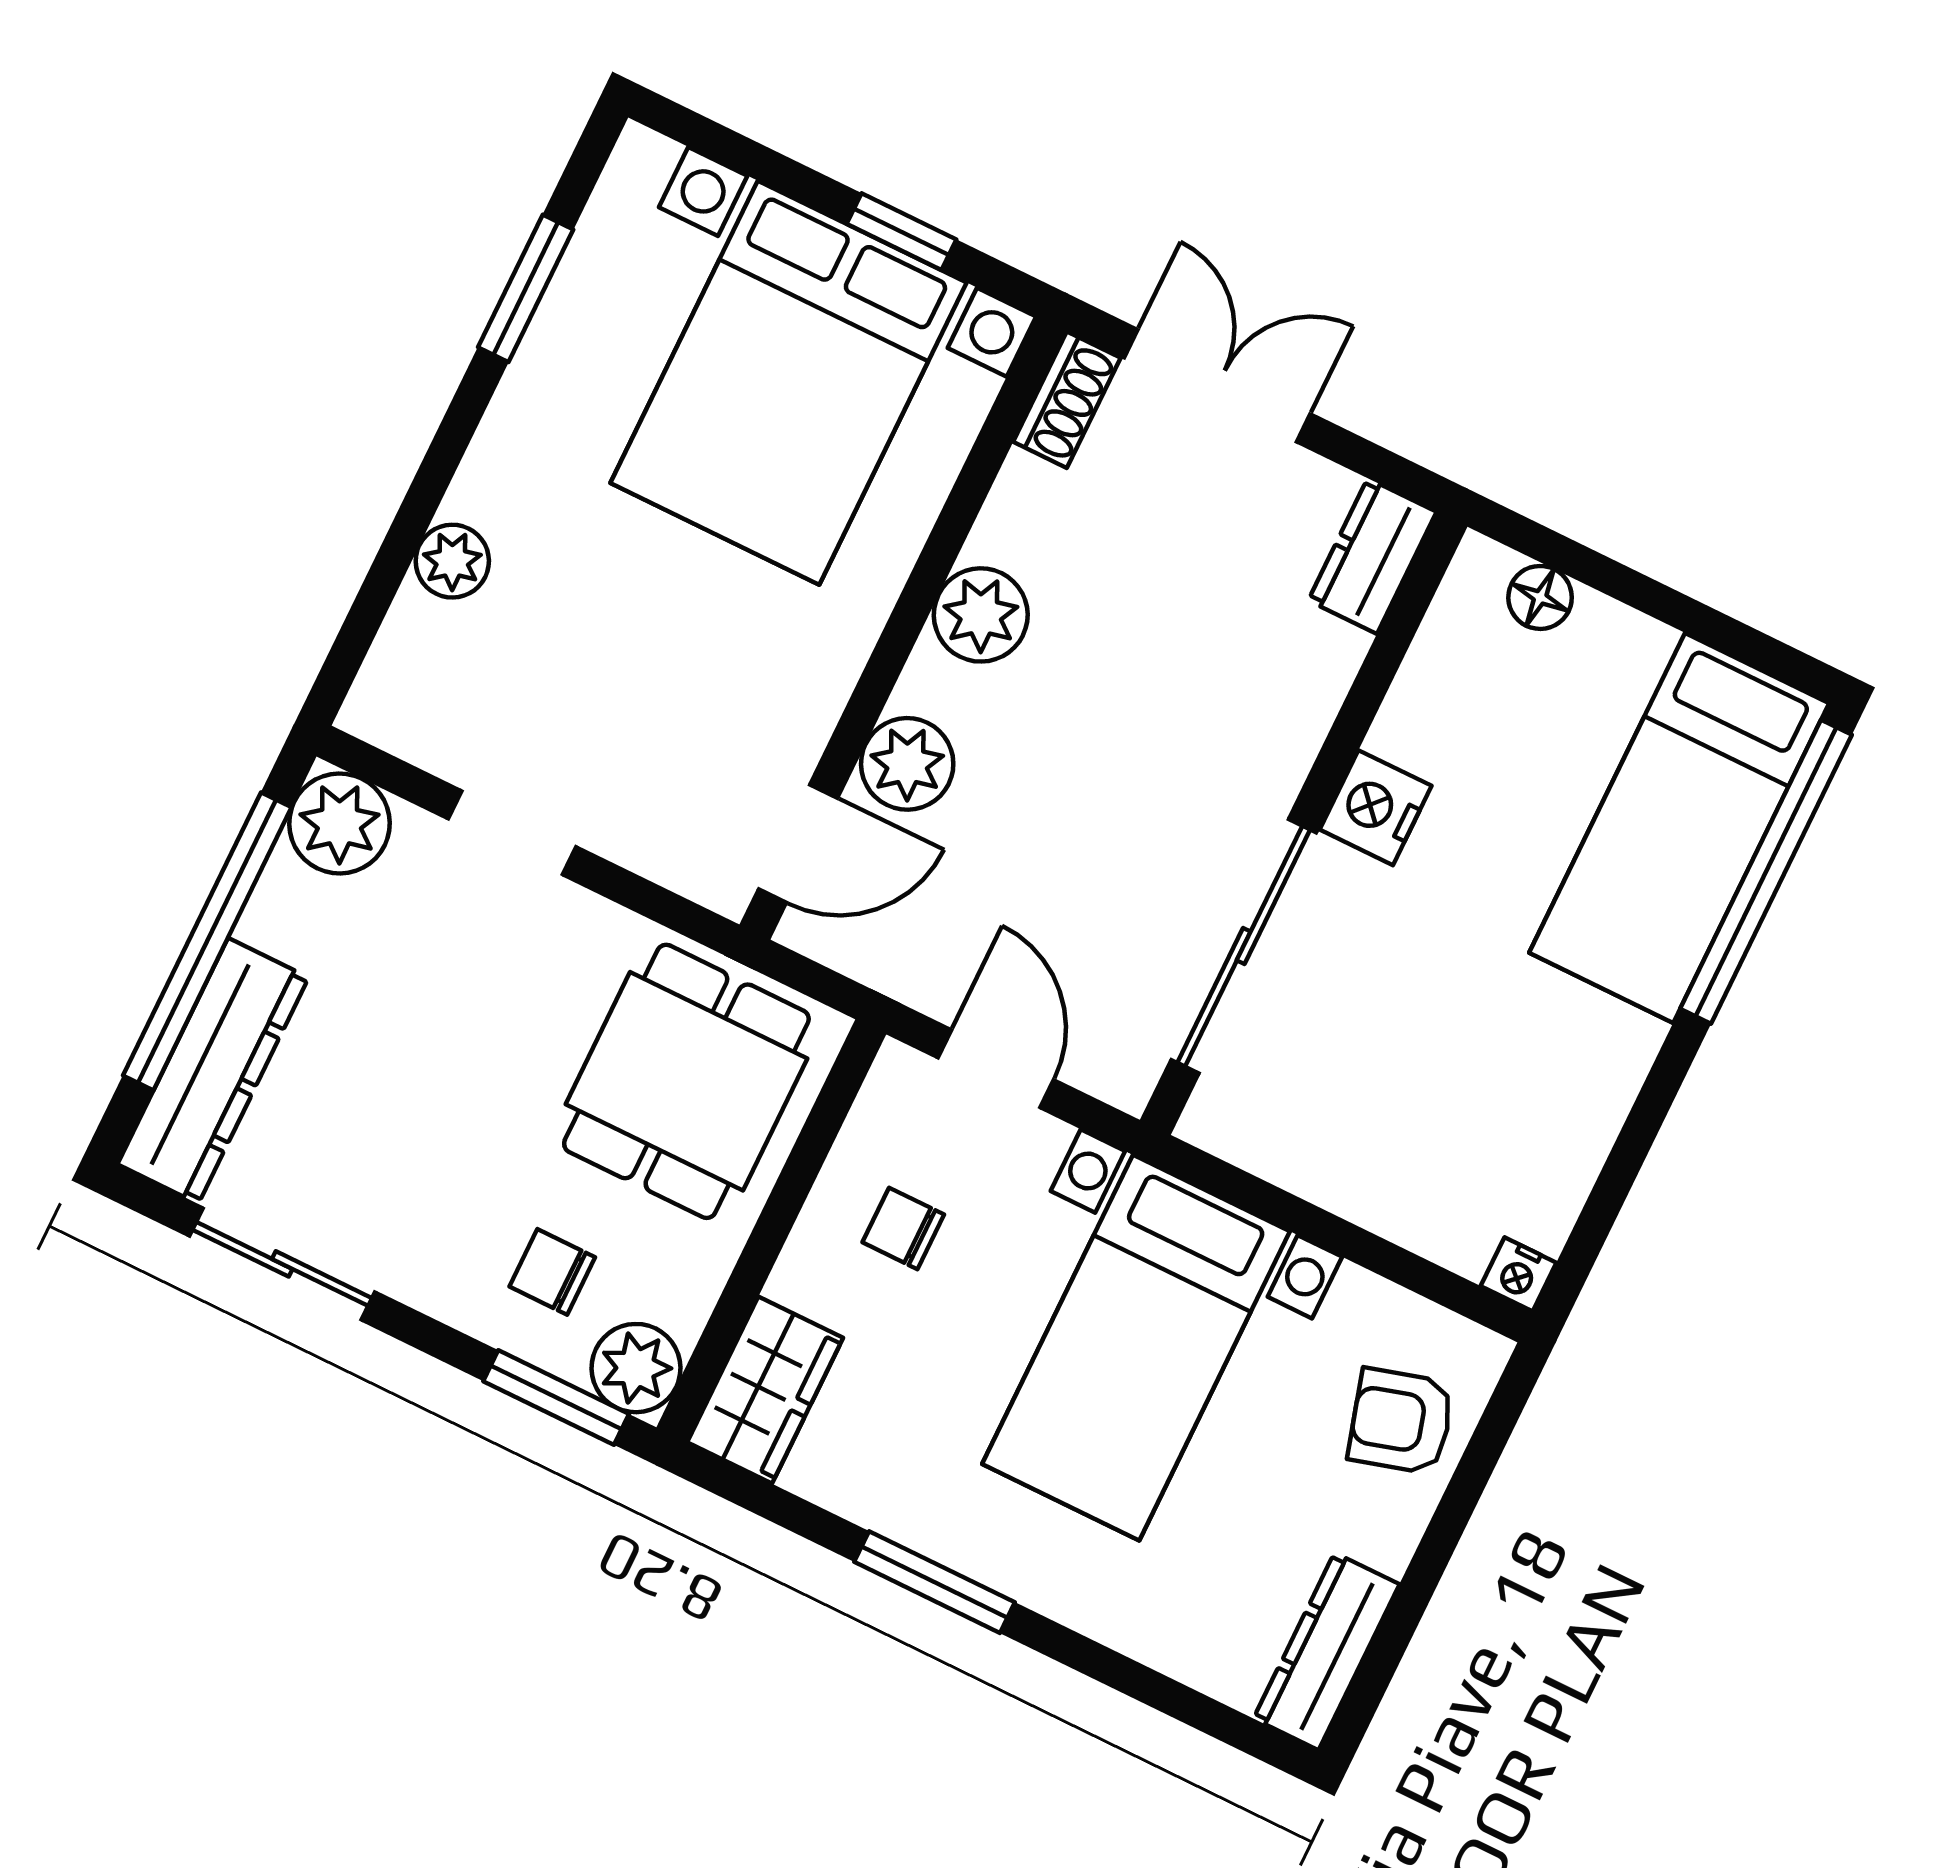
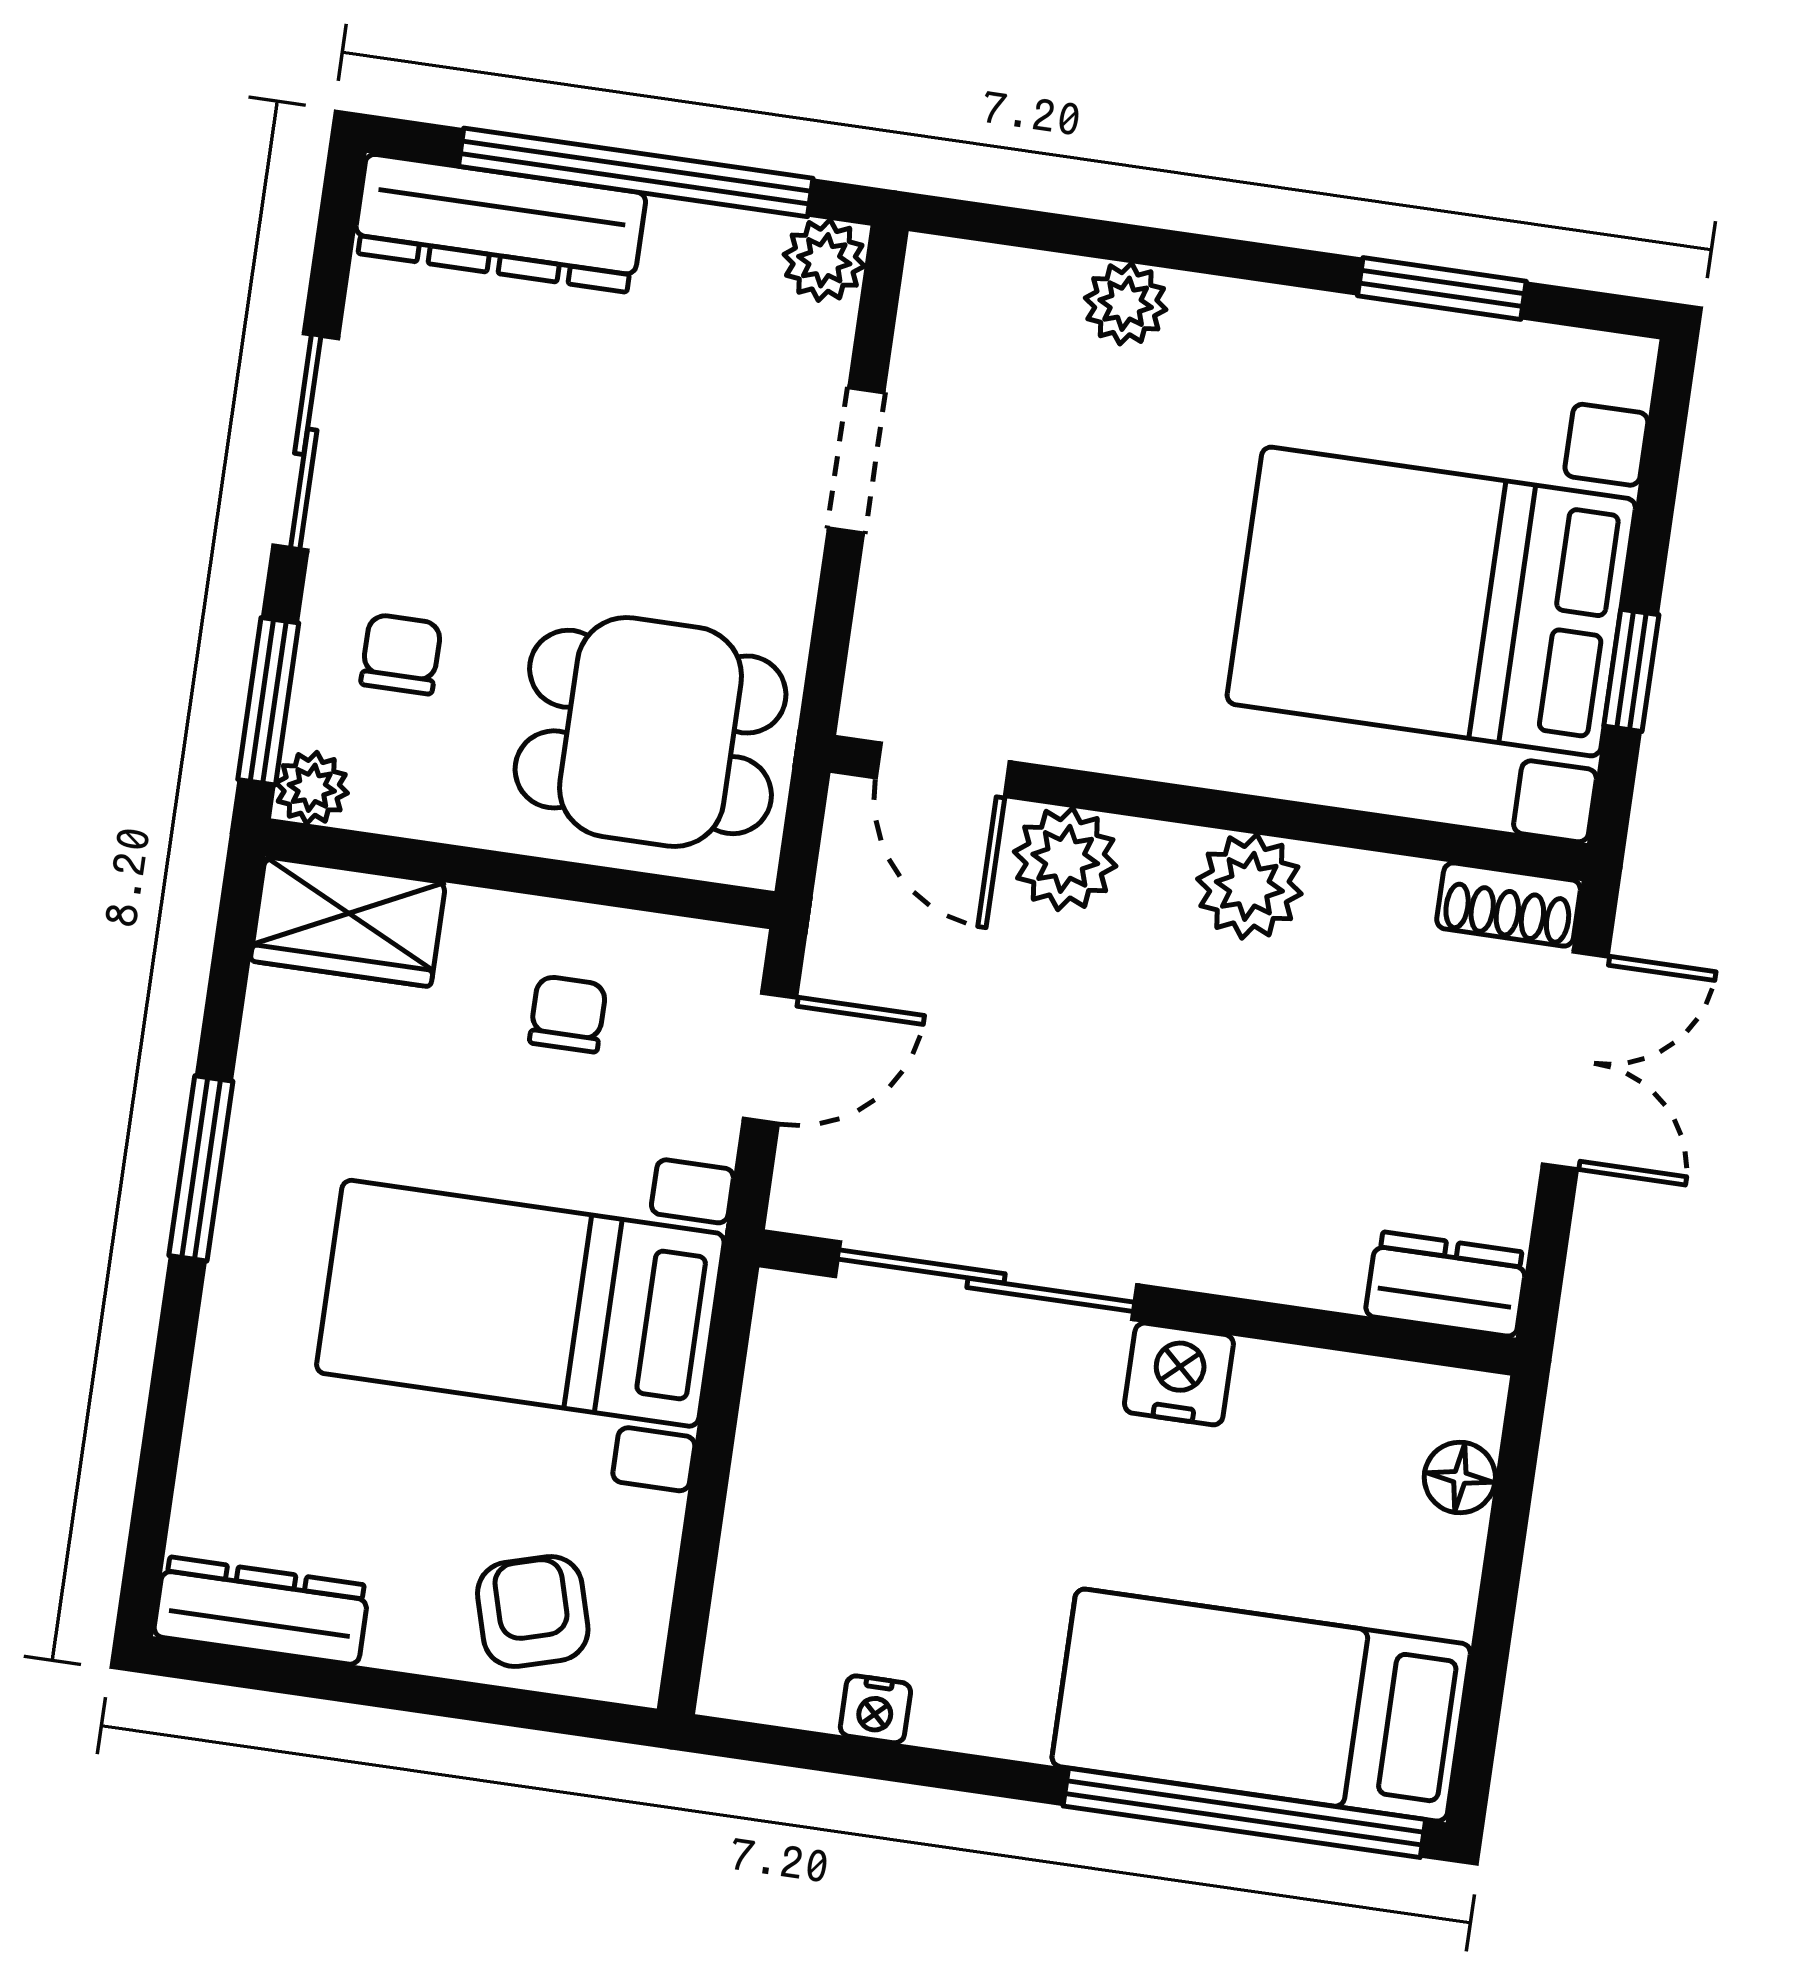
plant: (340, 823) -> (824, 260), width x0.73, depth x0.73
sliding door: (282, 1264) -> (306, 442), moved
nightstand: (1519, 1274) -> (875, 1709), moved, turned -90
plant: (636, 1368) -> (312, 788), width x0.73, depth x0.73

